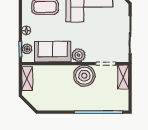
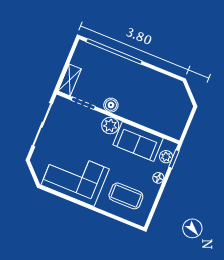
boiler: (84, 76) -> (111, 105), width x0.54, depth x0.54
shelving: (27, 79) -> (179, 123), removed

